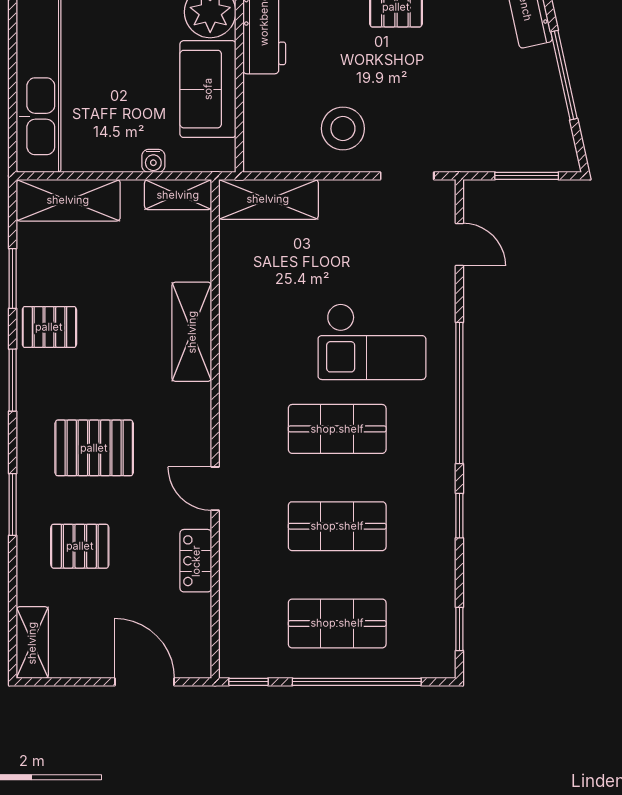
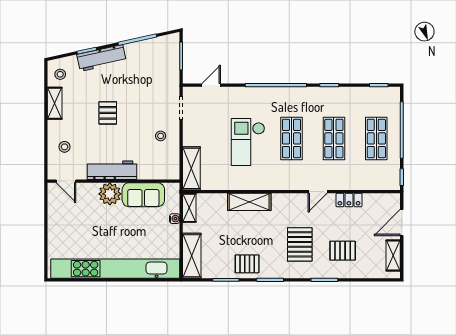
stool: (343, 129) -> (161, 136), width x0.53, depth x0.53
pallet: (49, 327) -> (247, 264), turned 90
checkout: (372, 342) -> (248, 142), moved, turned 180
pallet: (80, 546) -> (343, 251), turned 90
shelving: (32, 643) -> (393, 256), moved, turned 90

